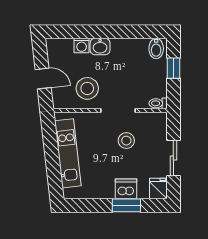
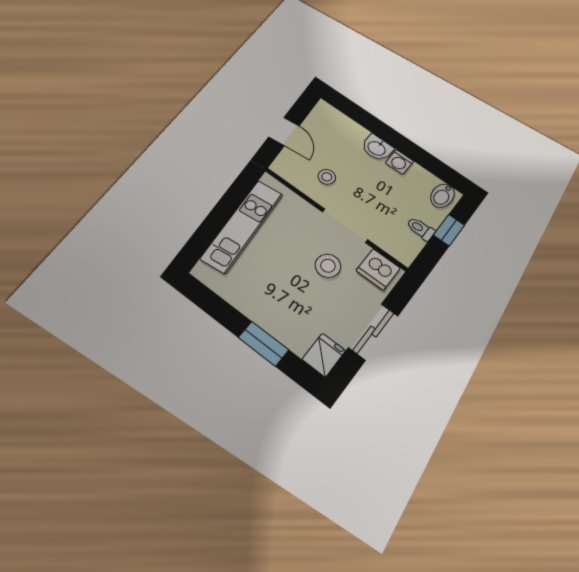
washing machine: (82, 46) -> (399, 162), moved
stool: (87, 88) -> (327, 177), width x0.53, depth x0.53
toilet: (158, 103) -> (421, 229), moved
dishwasher: (126, 189) -> (378, 269), moved, turned 180

